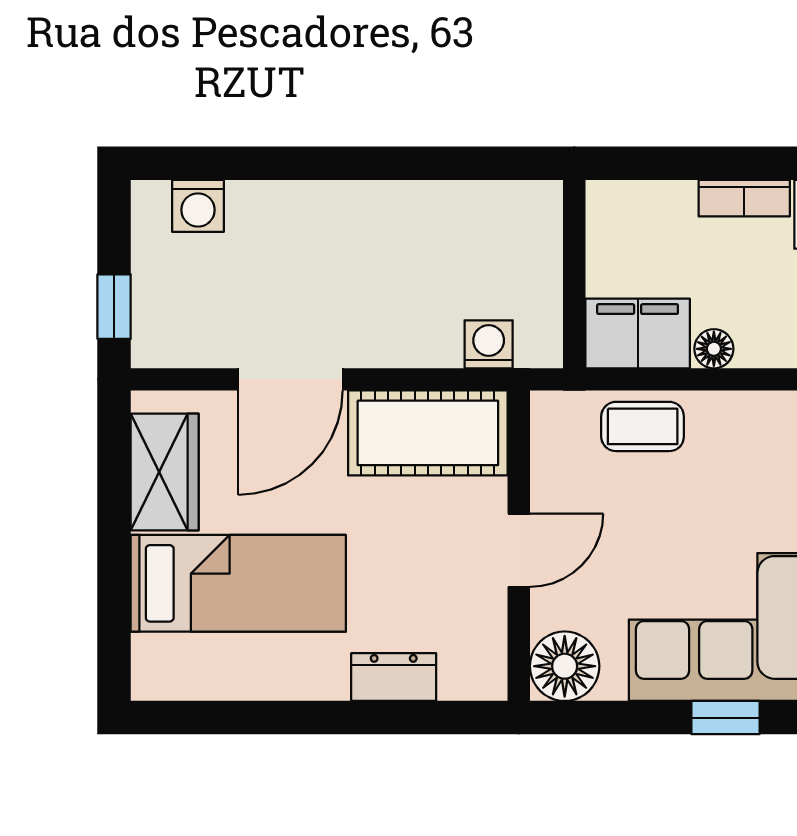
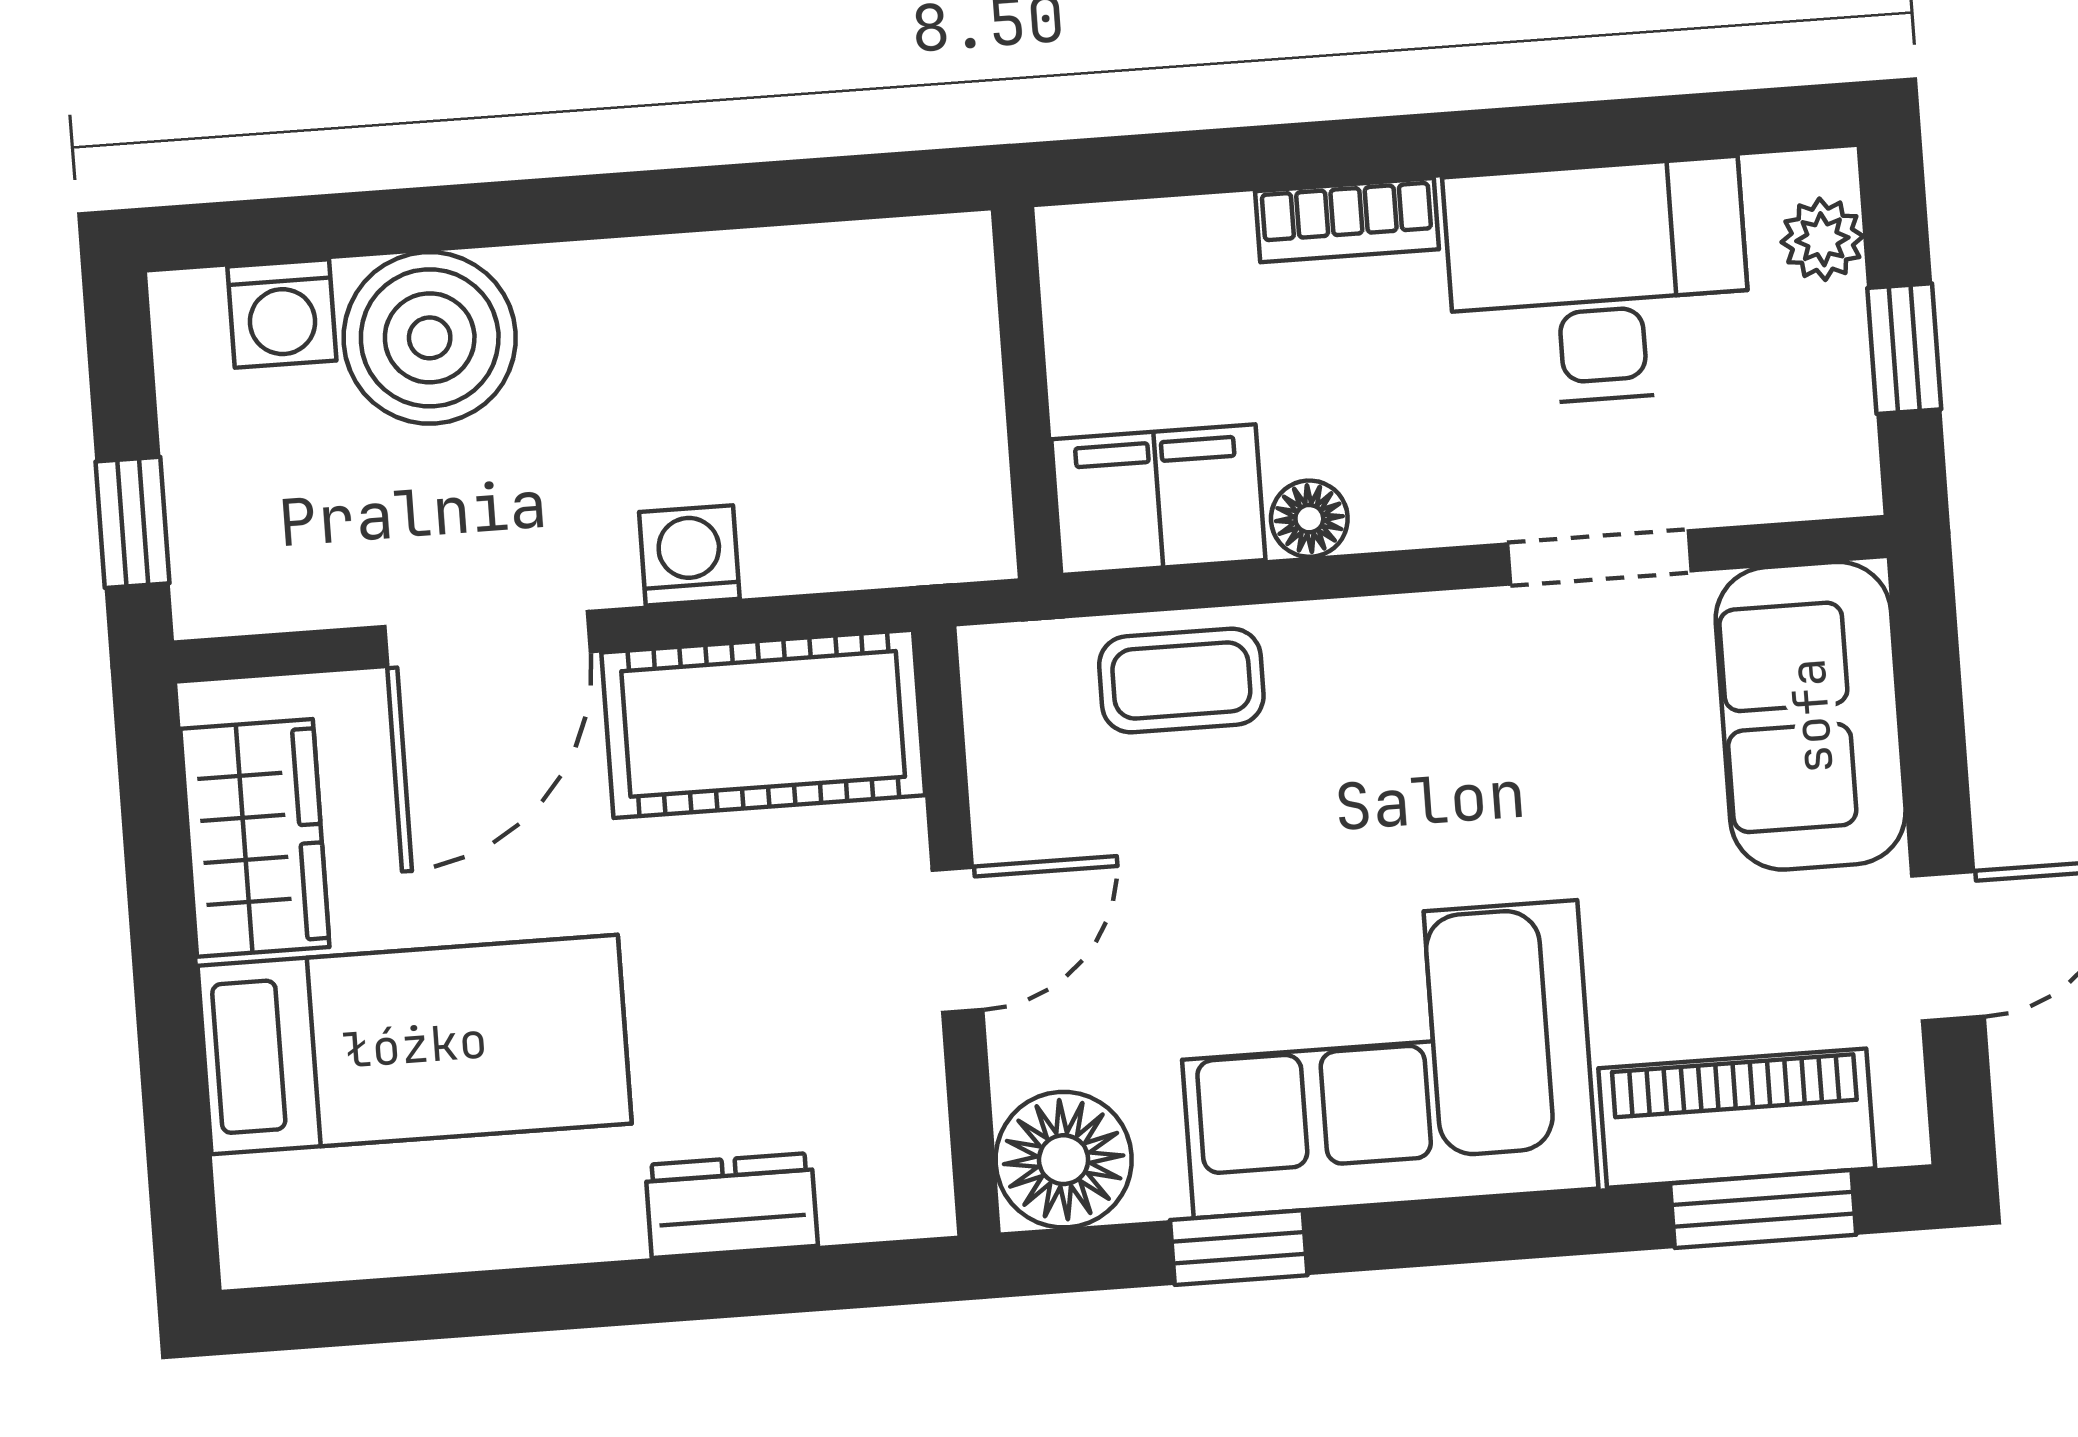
boiler: (272, 224) -> (430, 338), added
washing machine: (489, 344) -> (689, 555), moved
window: (726, 718) -> (1239, 1248), moved

